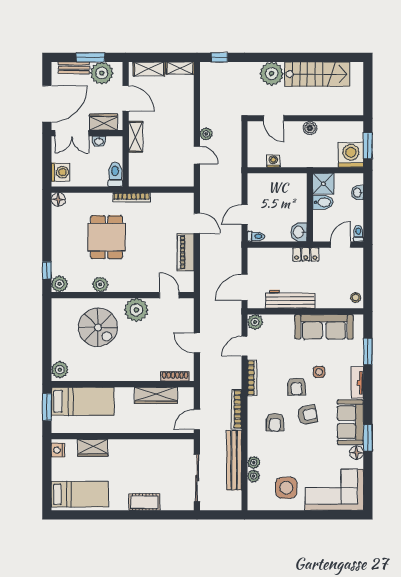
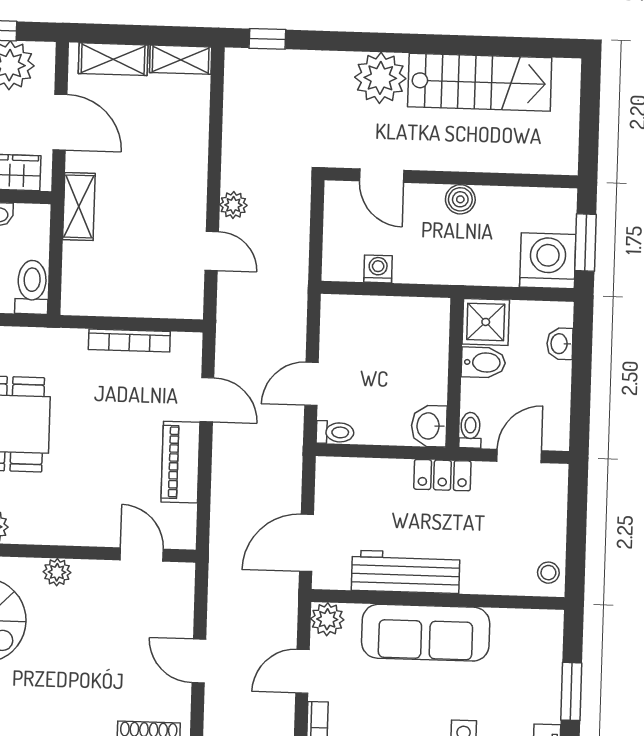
bookcase: (131, 197) -> (129, 340), moved
toilet: (358, 233) -> (470, 430), moved
plant: (136, 310) -> (57, 572), width x0.53, depth x0.53
sofa: (324, 327) -> (426, 633), moved

